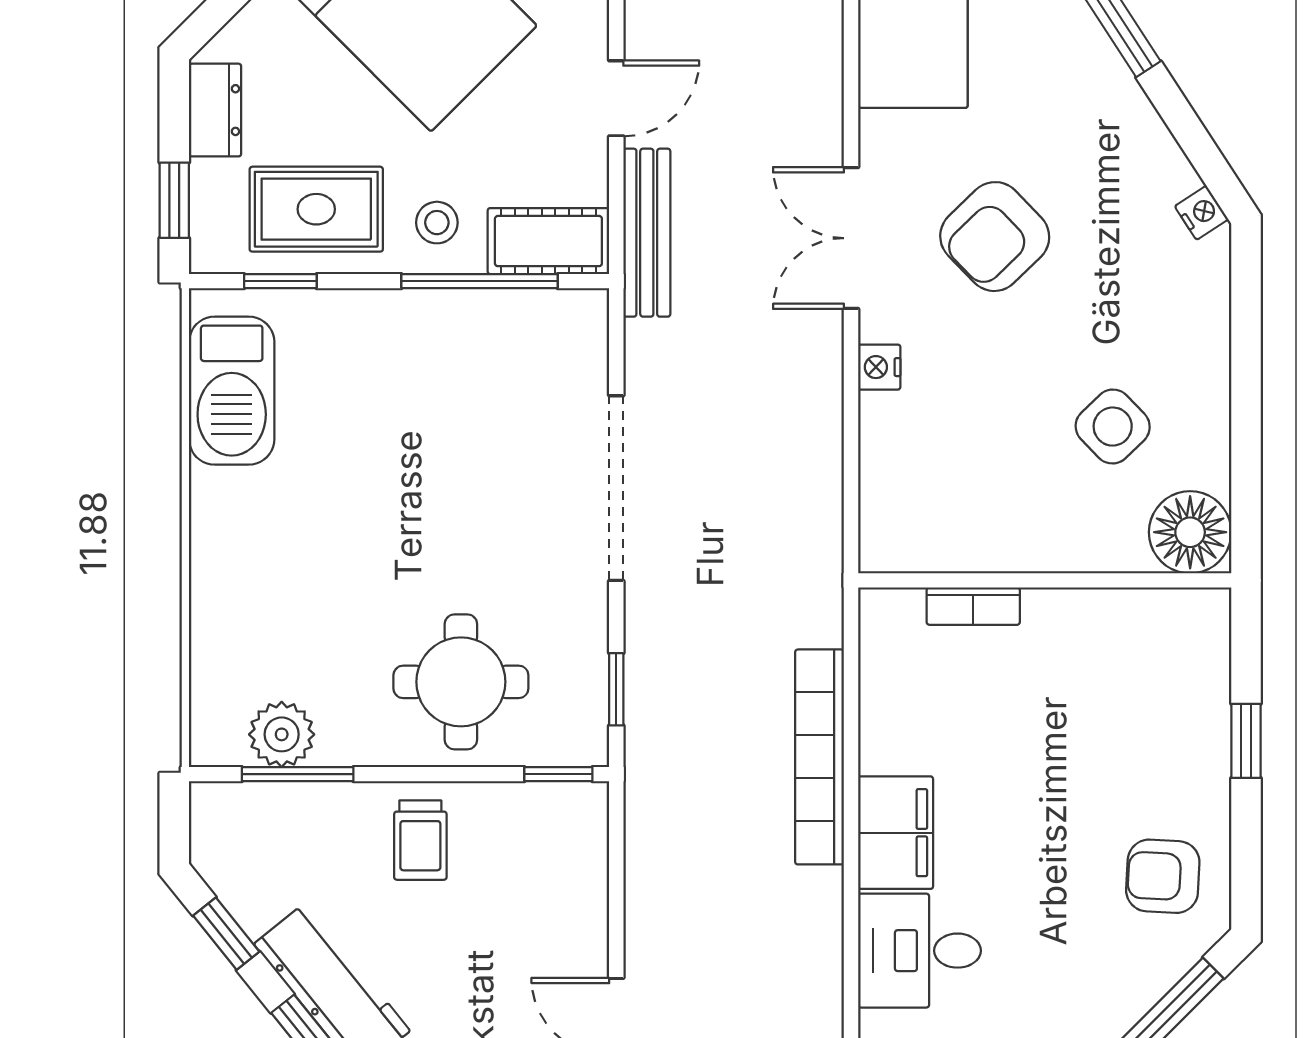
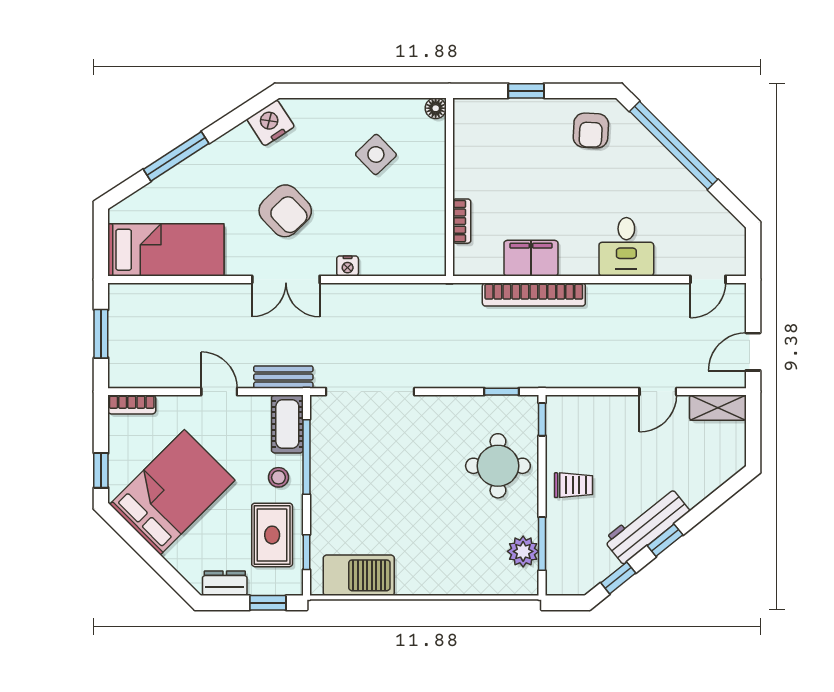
nightstand: (1201, 213) -> (271, 123), width x1.89, depth x1.79
bench: (647, 233) -> (283, 377), width x0.73
doorway: (616, 488) -> (370, 392), moved
floor lamp: (1190, 532) -> (436, 108), width x0.53, depth x0.53
filing cabinet: (896, 833) -> (531, 258), moved

